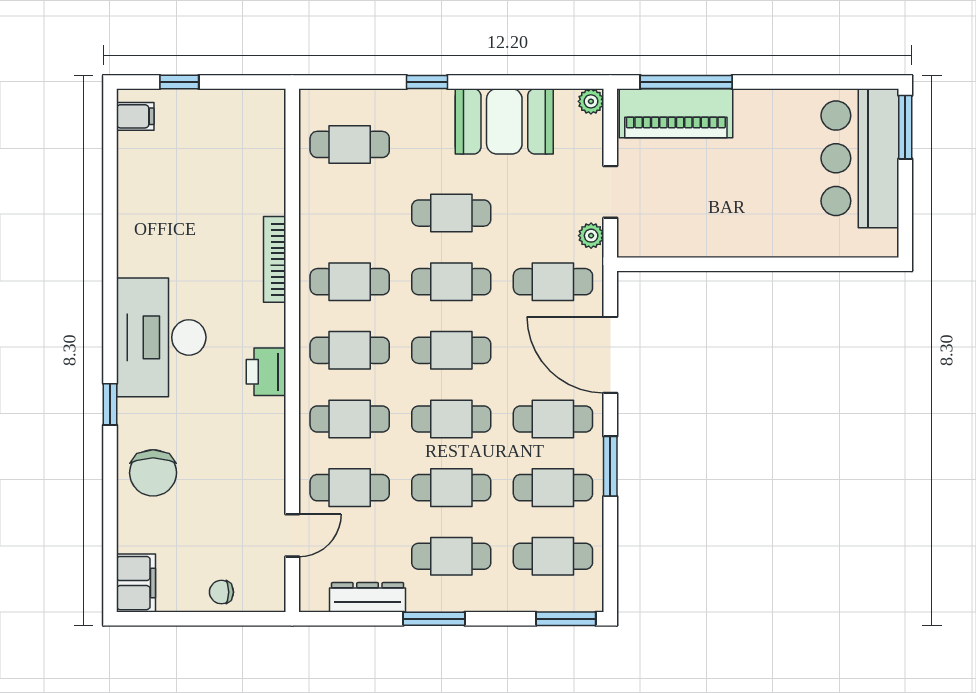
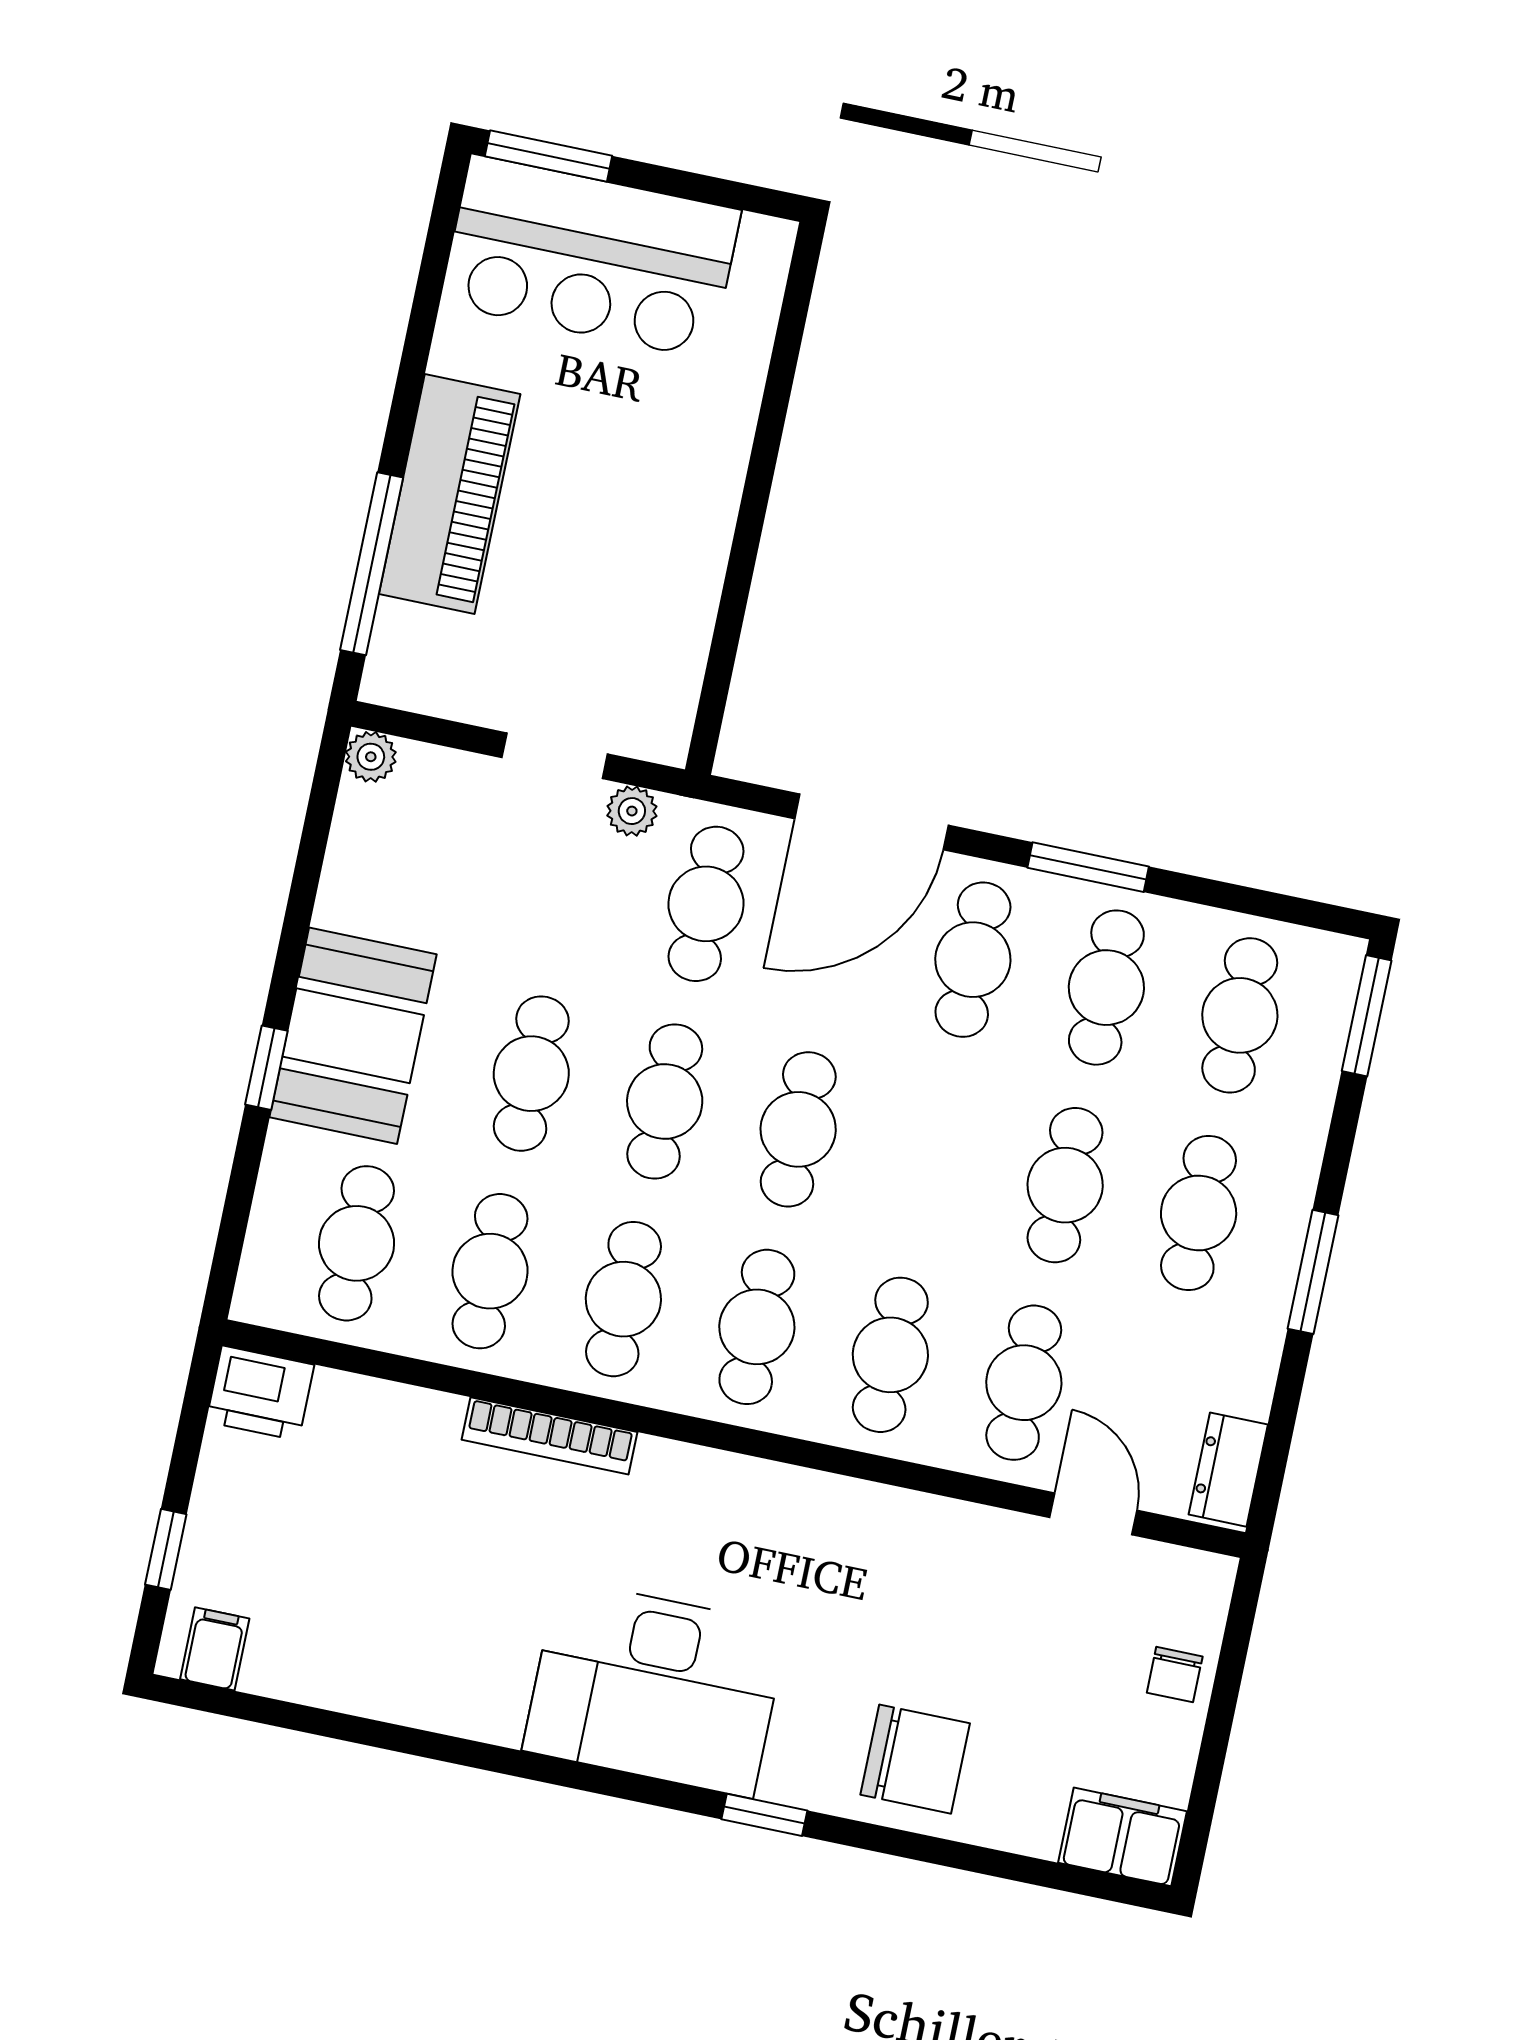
piano: (676, 113) -> (450, 494), moved
booth: (504, 121) -> (353, 1036), moved
printer: (266, 372) -> (260, 1393), moved
cafe table: (451, 419) -> (490, 1271), moved
dresser: (368, 597) -> (1228, 1470), moved, width x0.70

